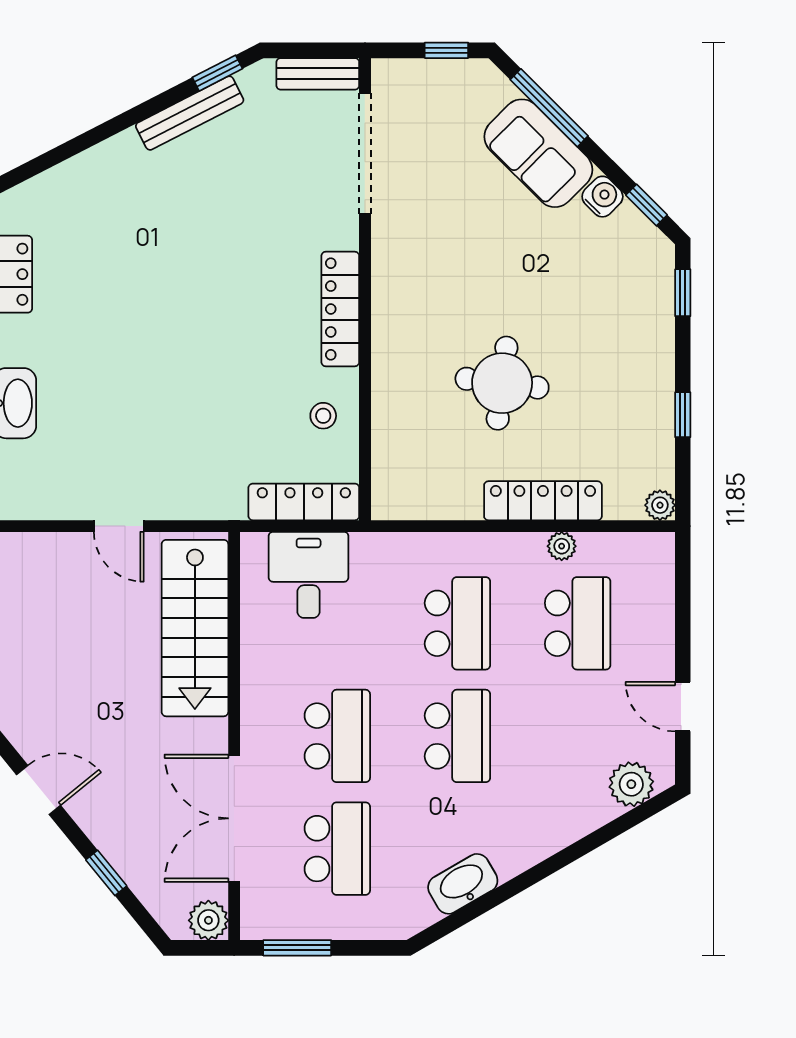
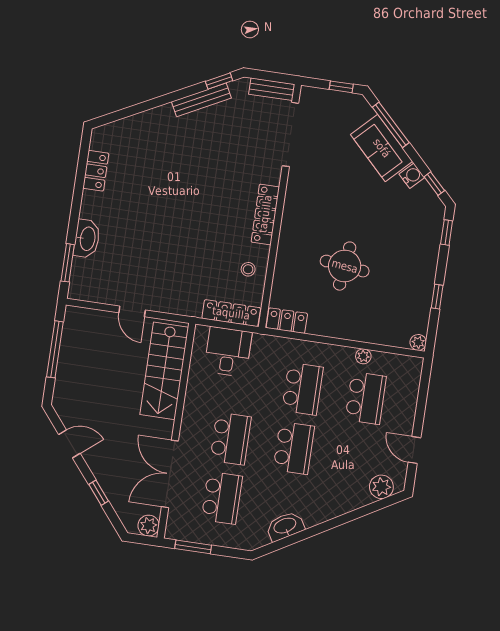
locker: (543, 501) -> (287, 321), moved, width x0.66

